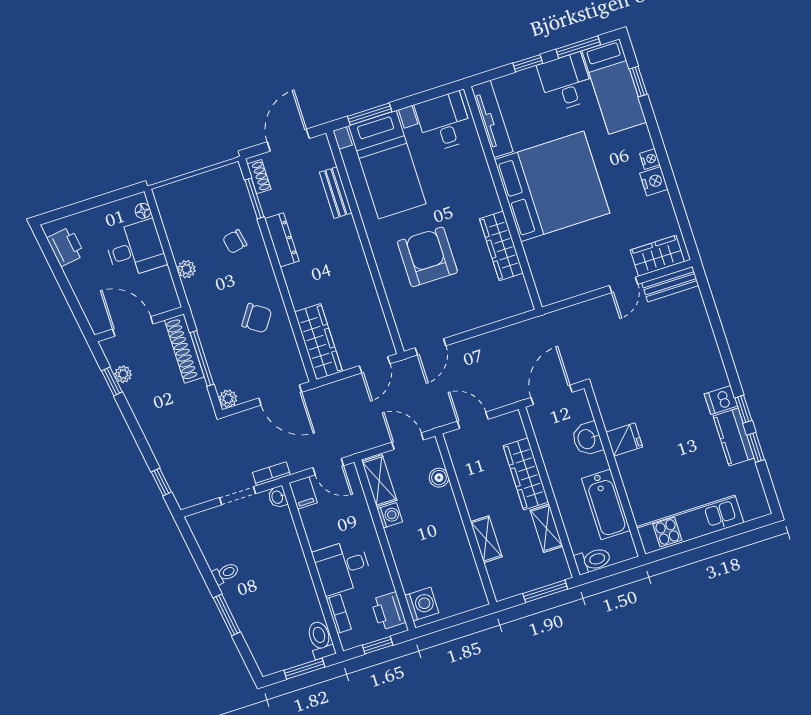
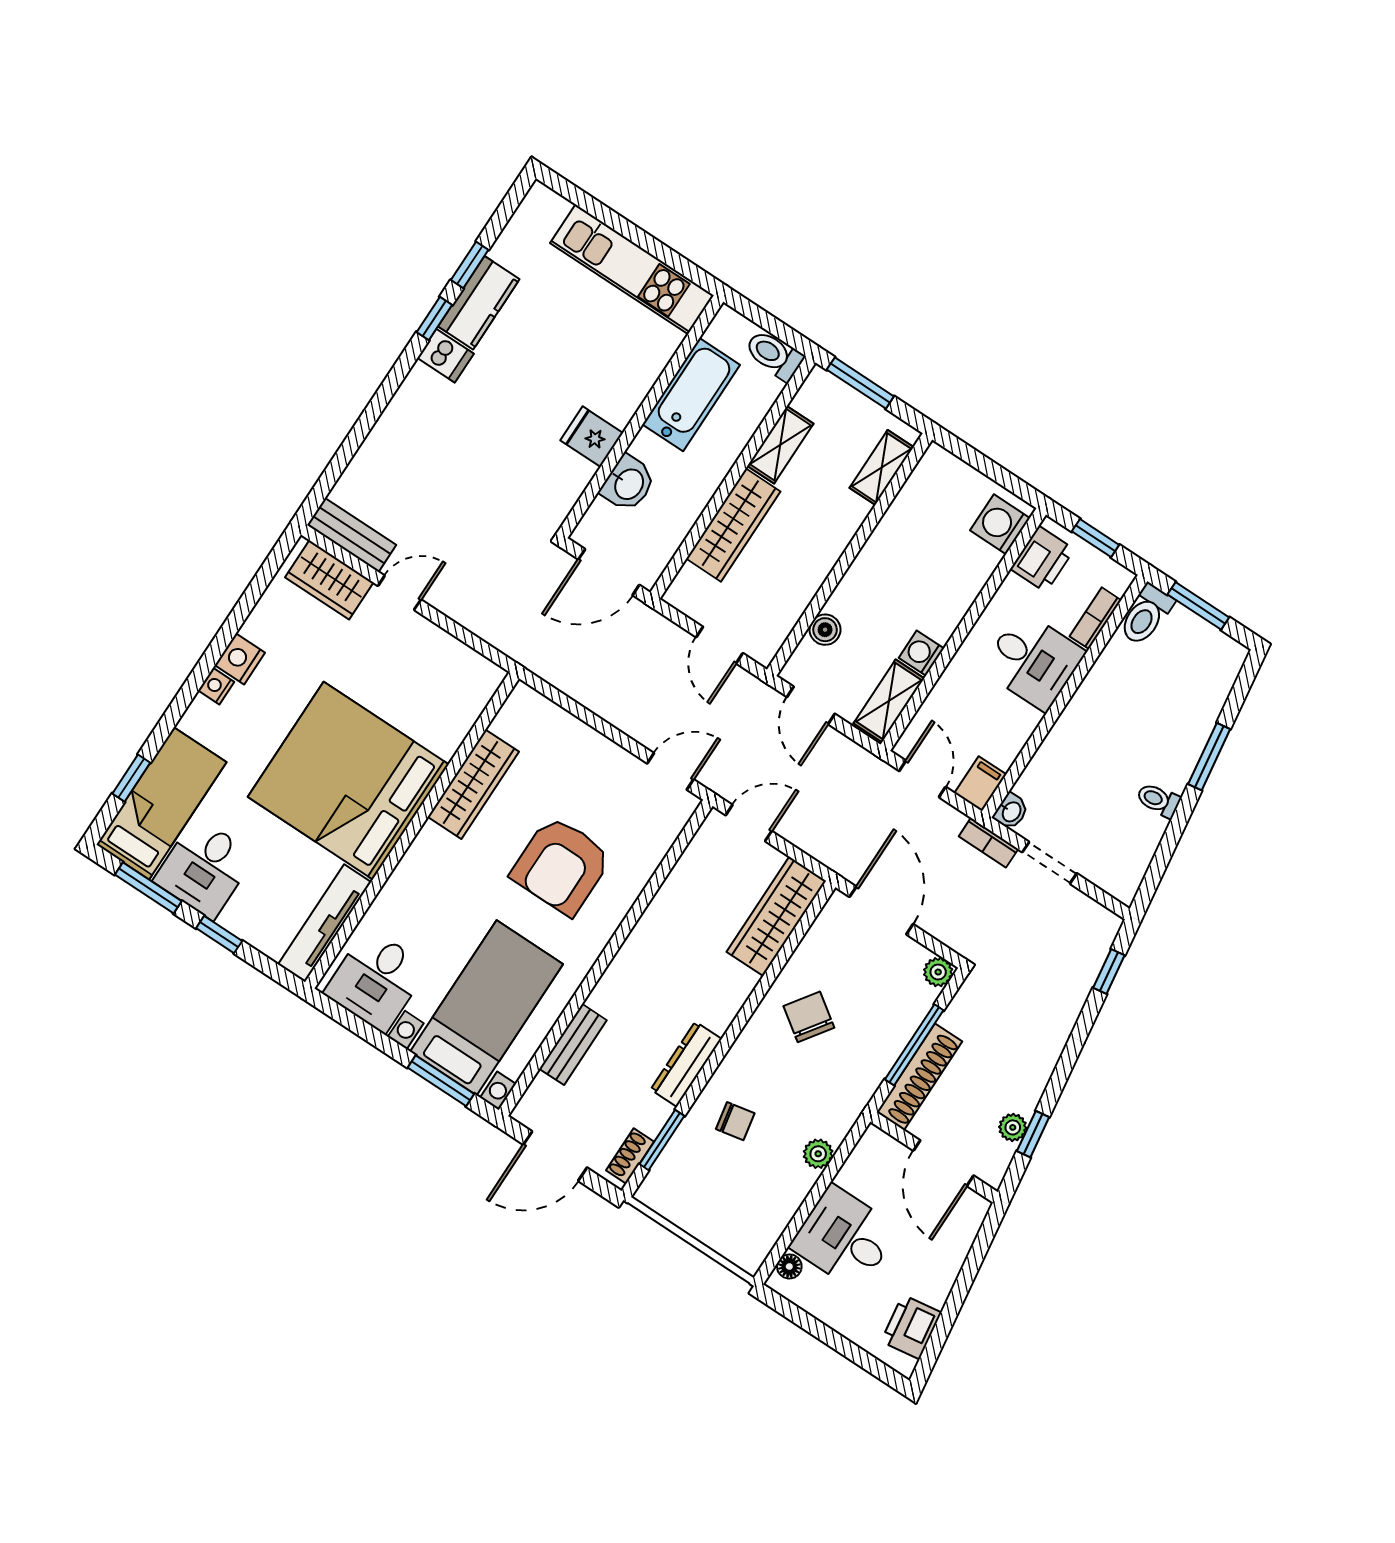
shelving: (486, 539) -> (882, 468), moved

